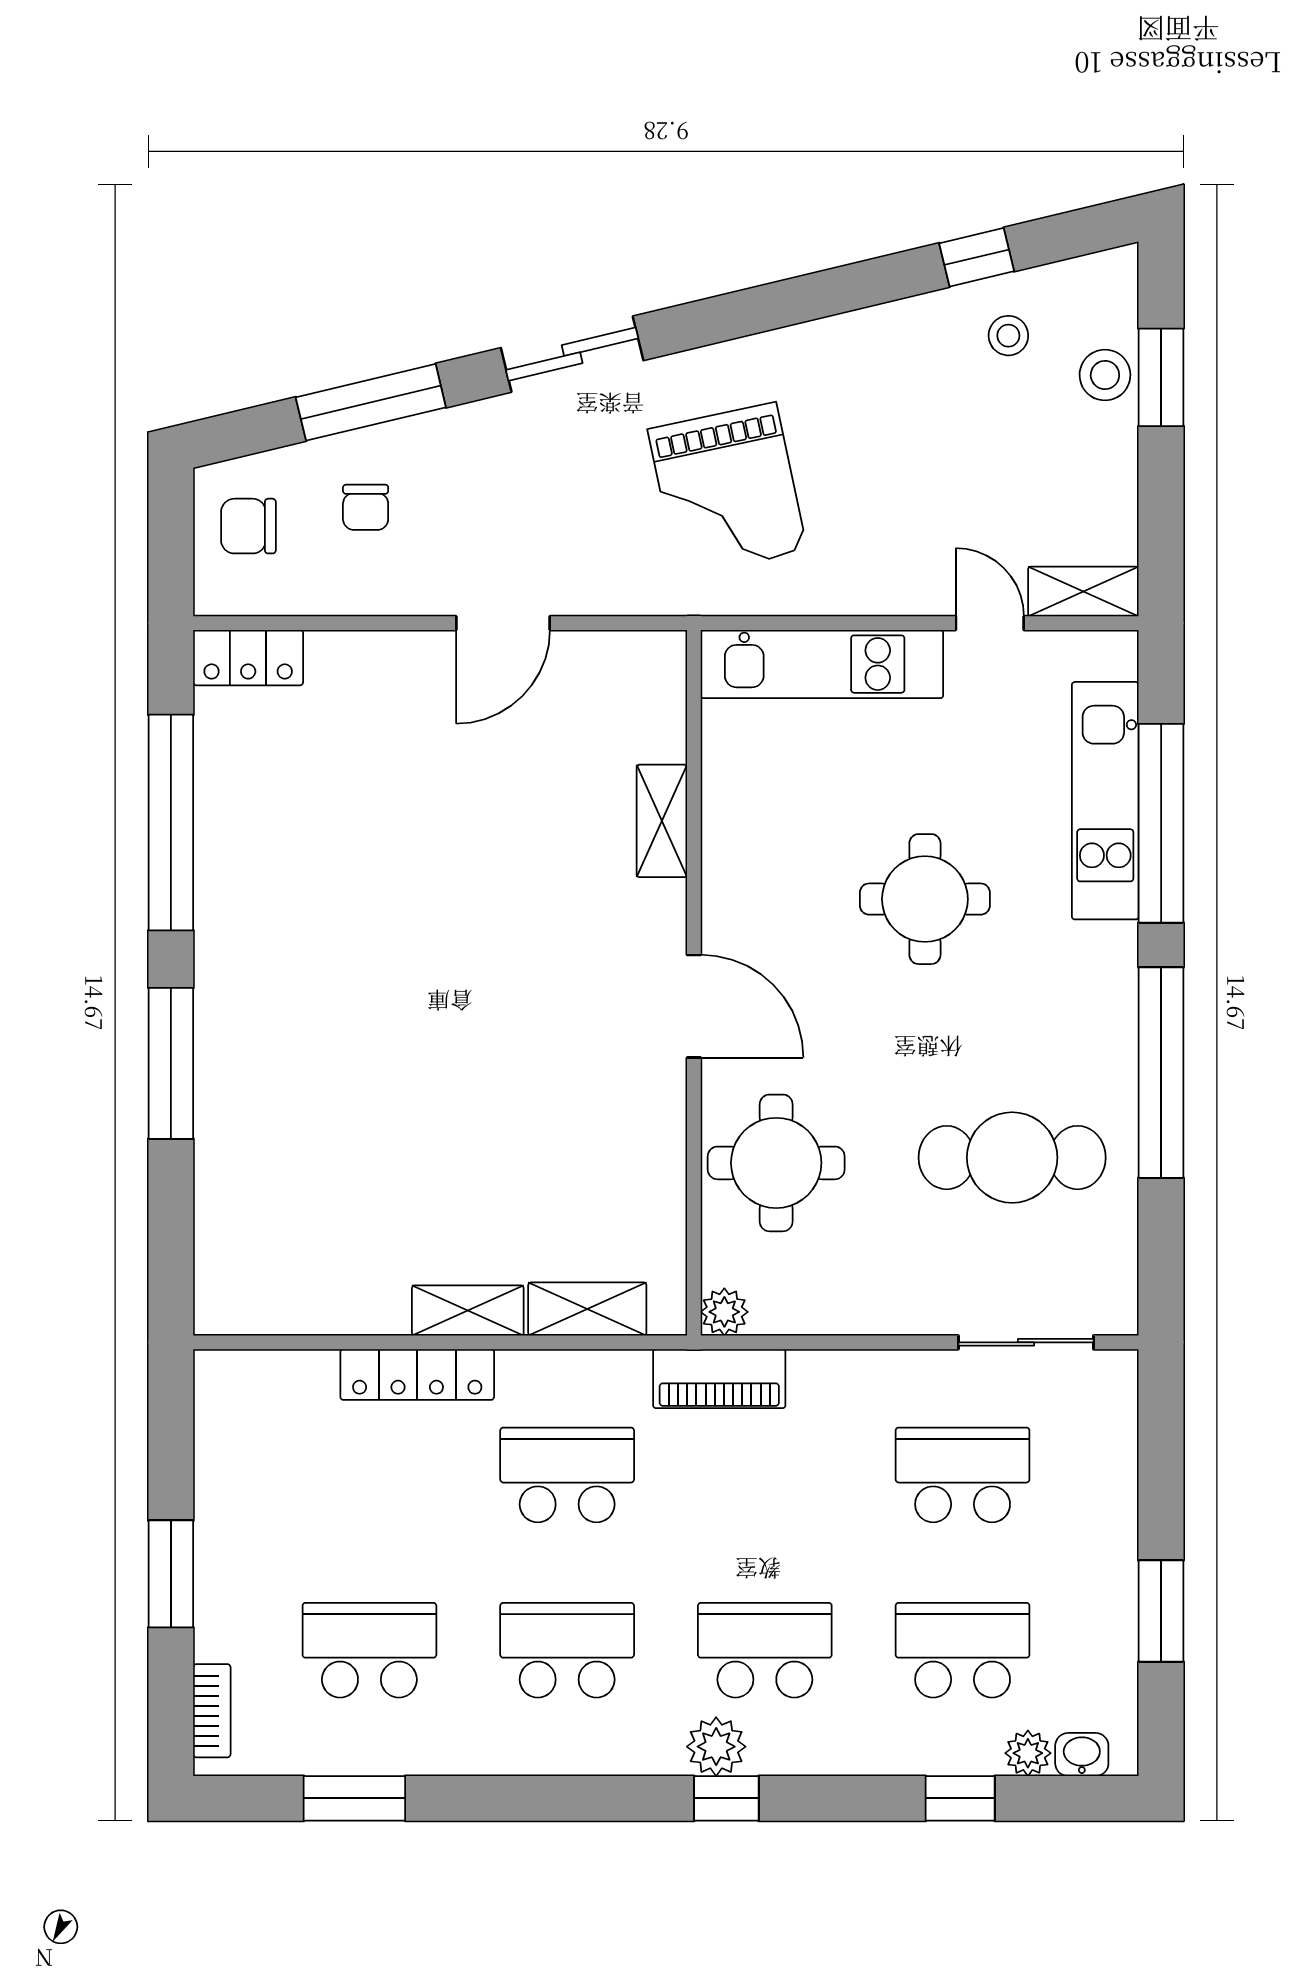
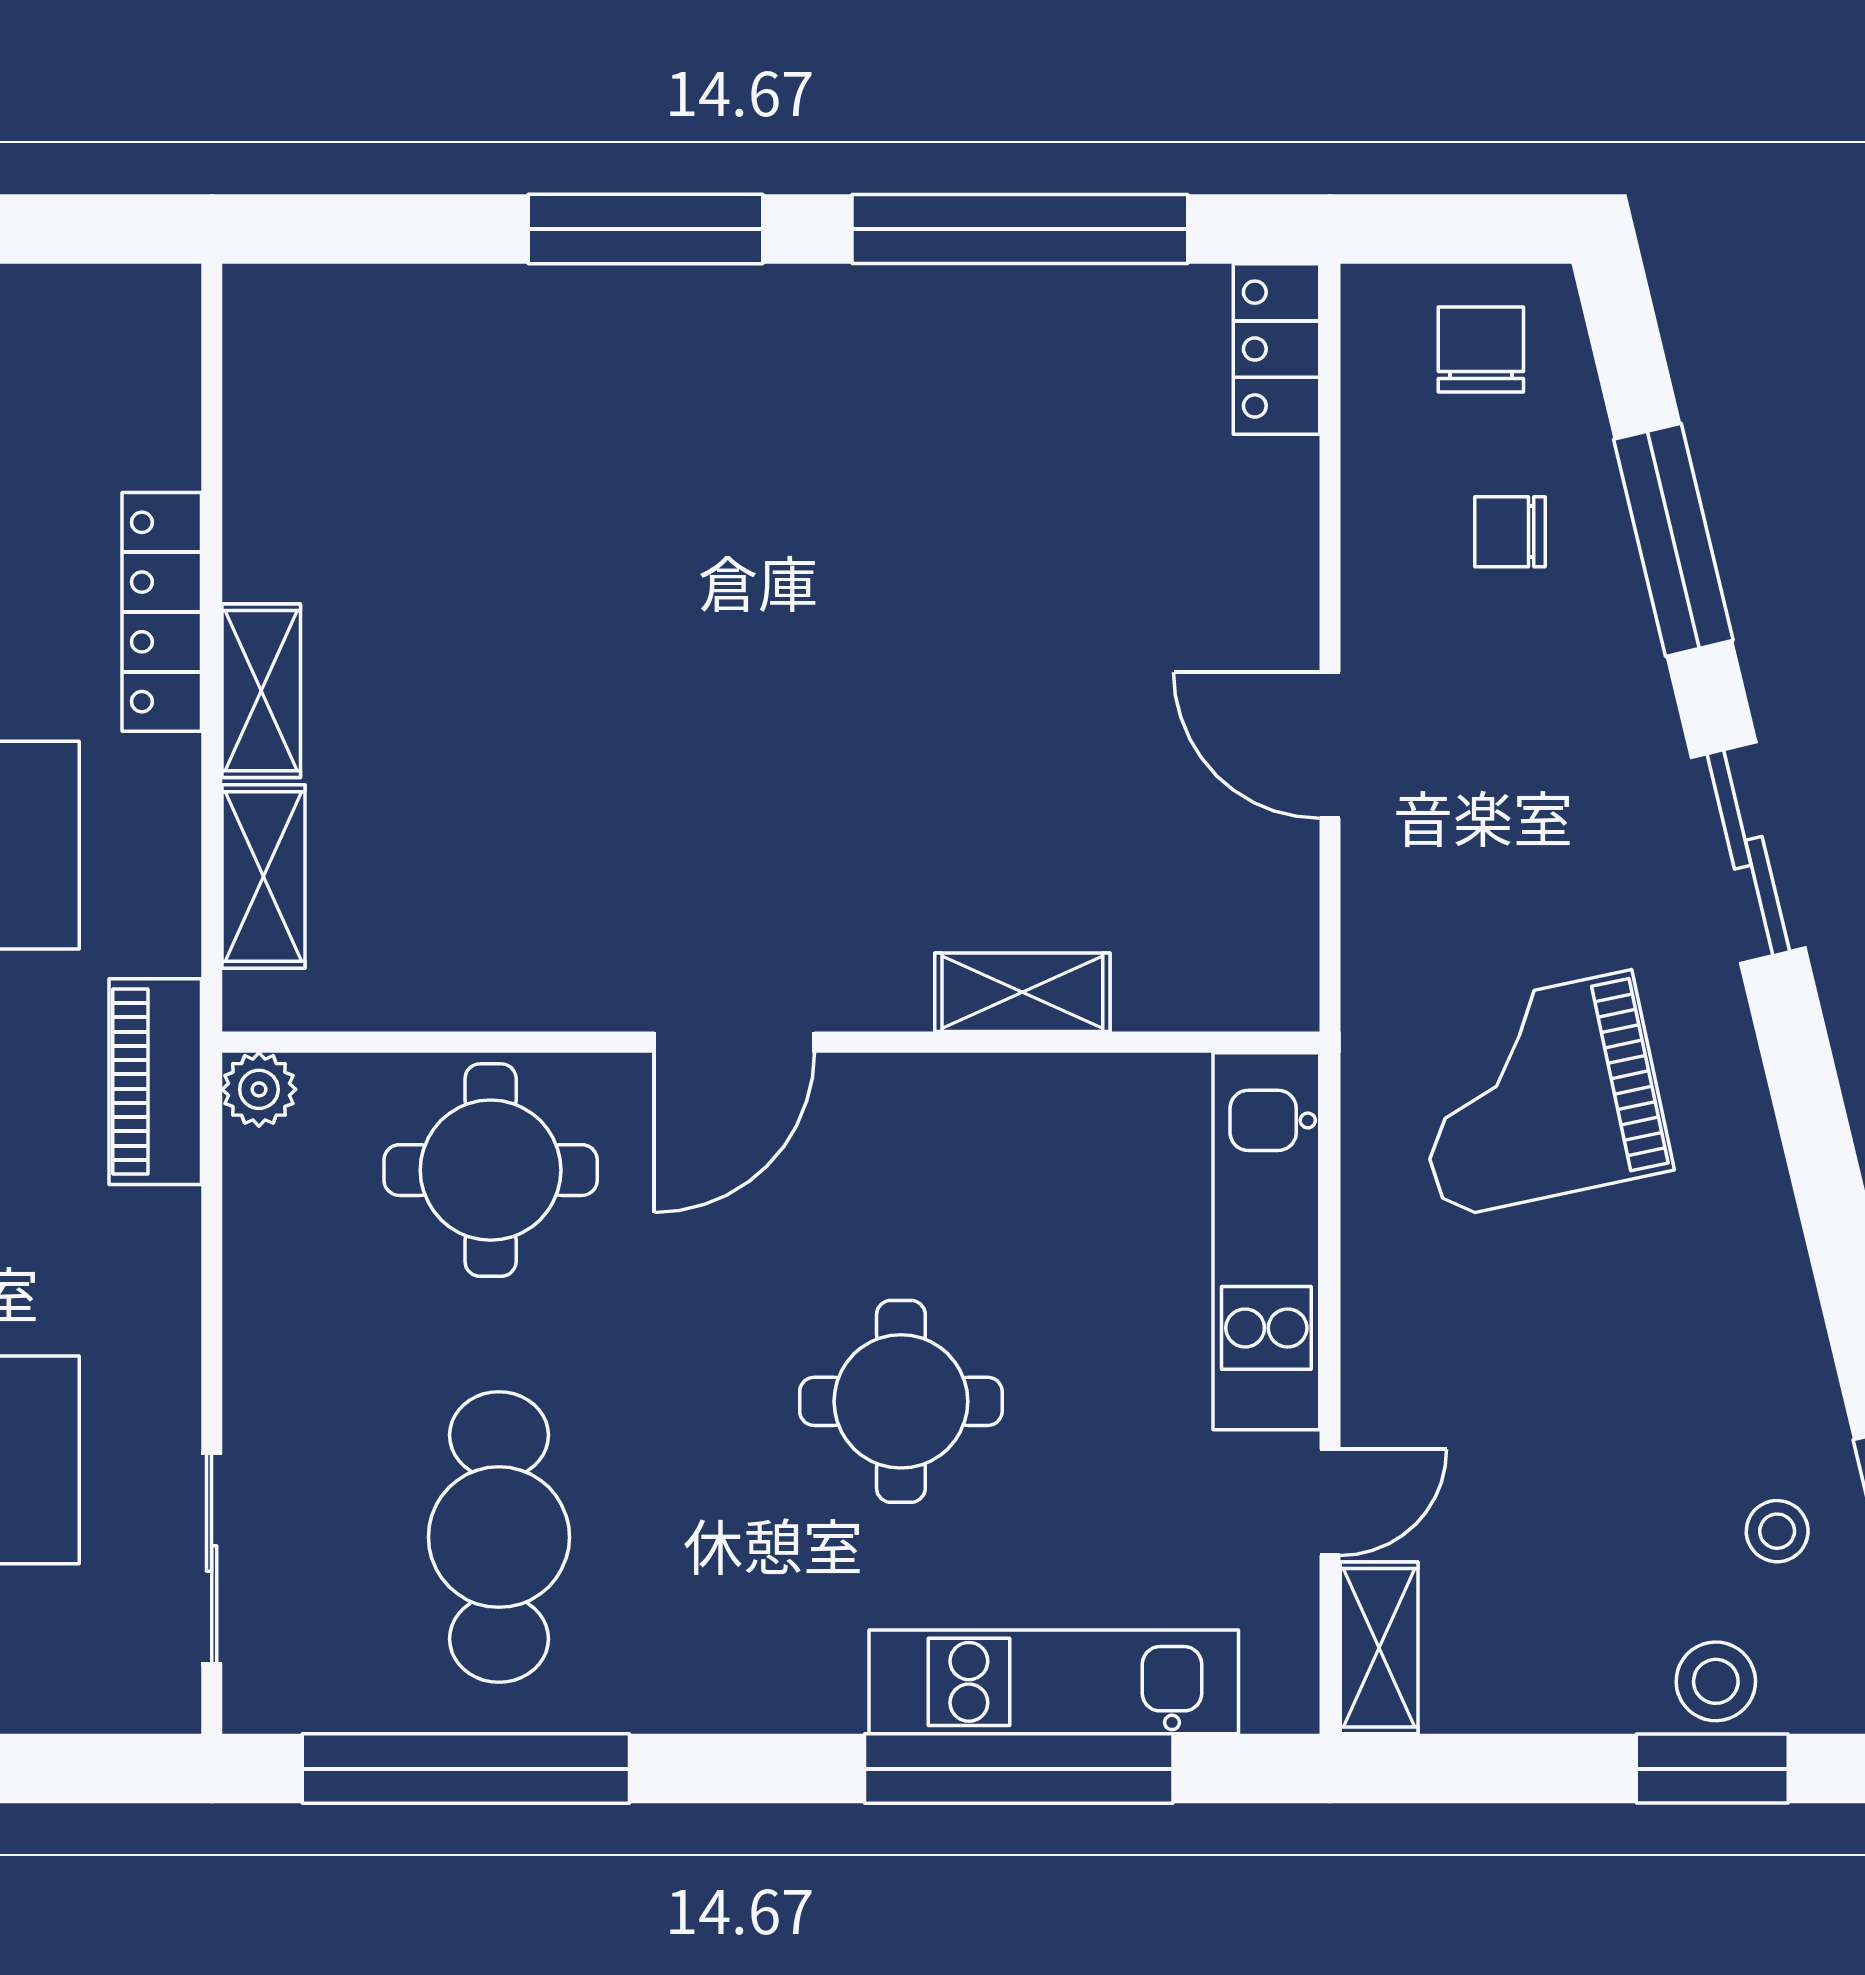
window: (1161, 1073) -> (466, 1769), moved

